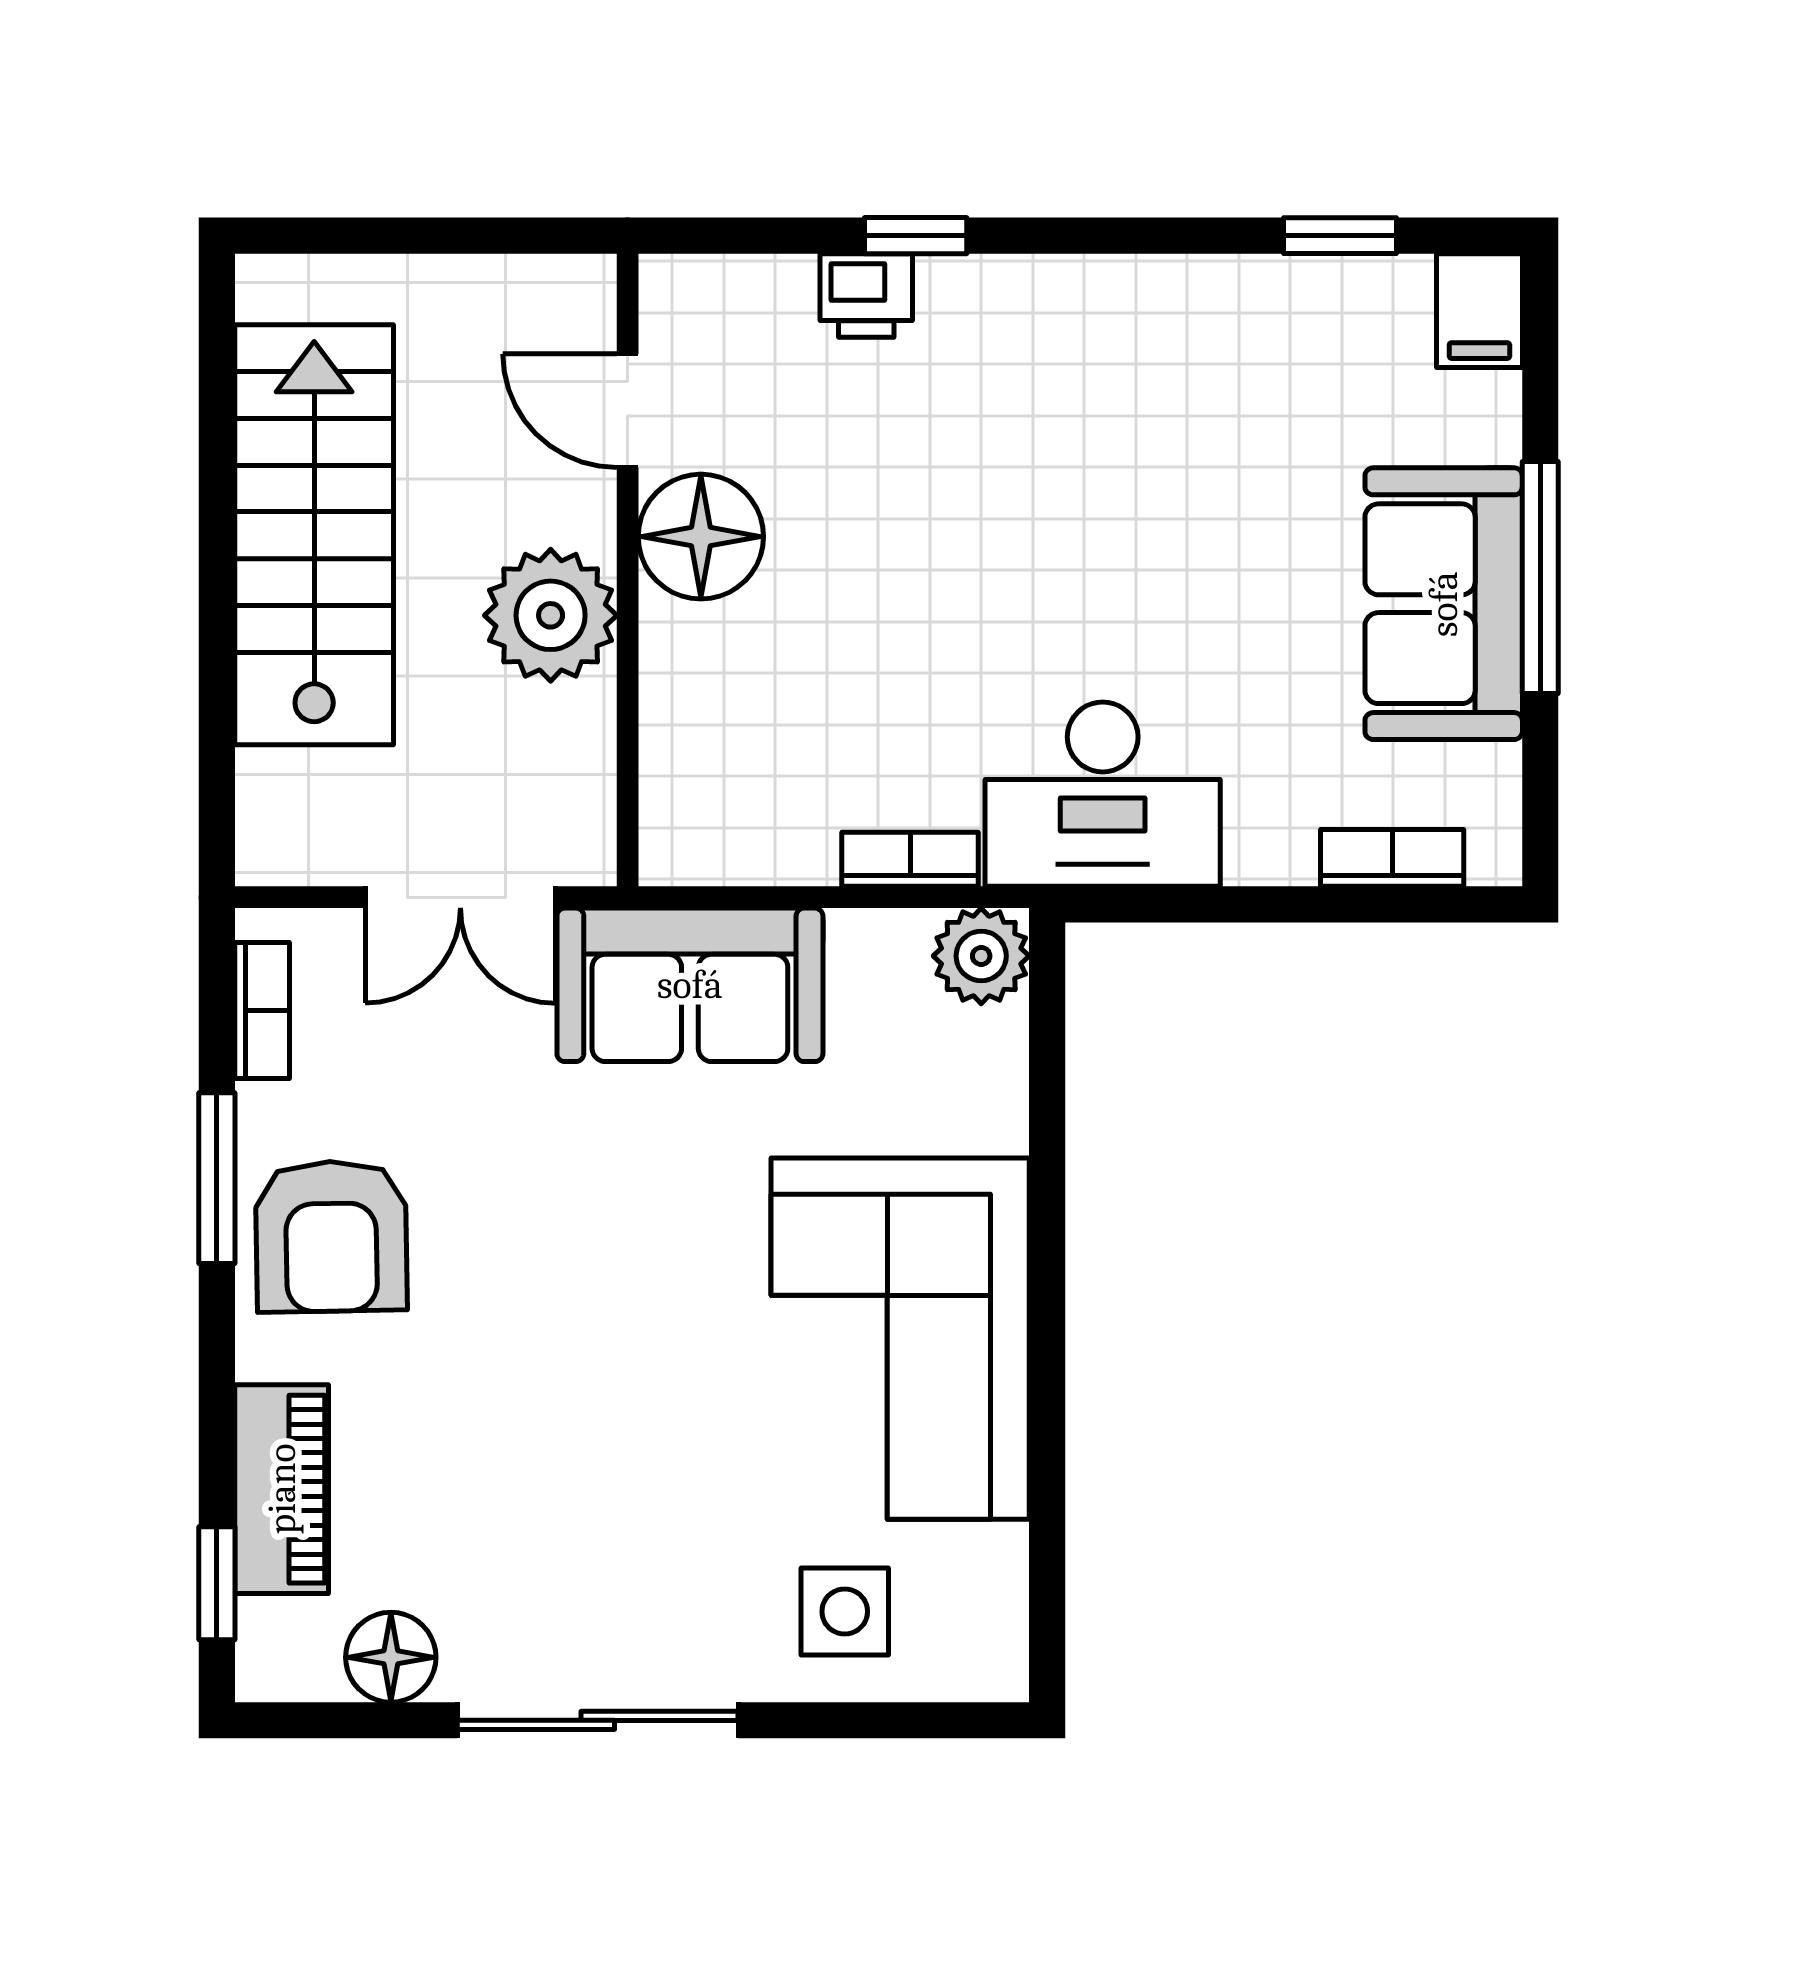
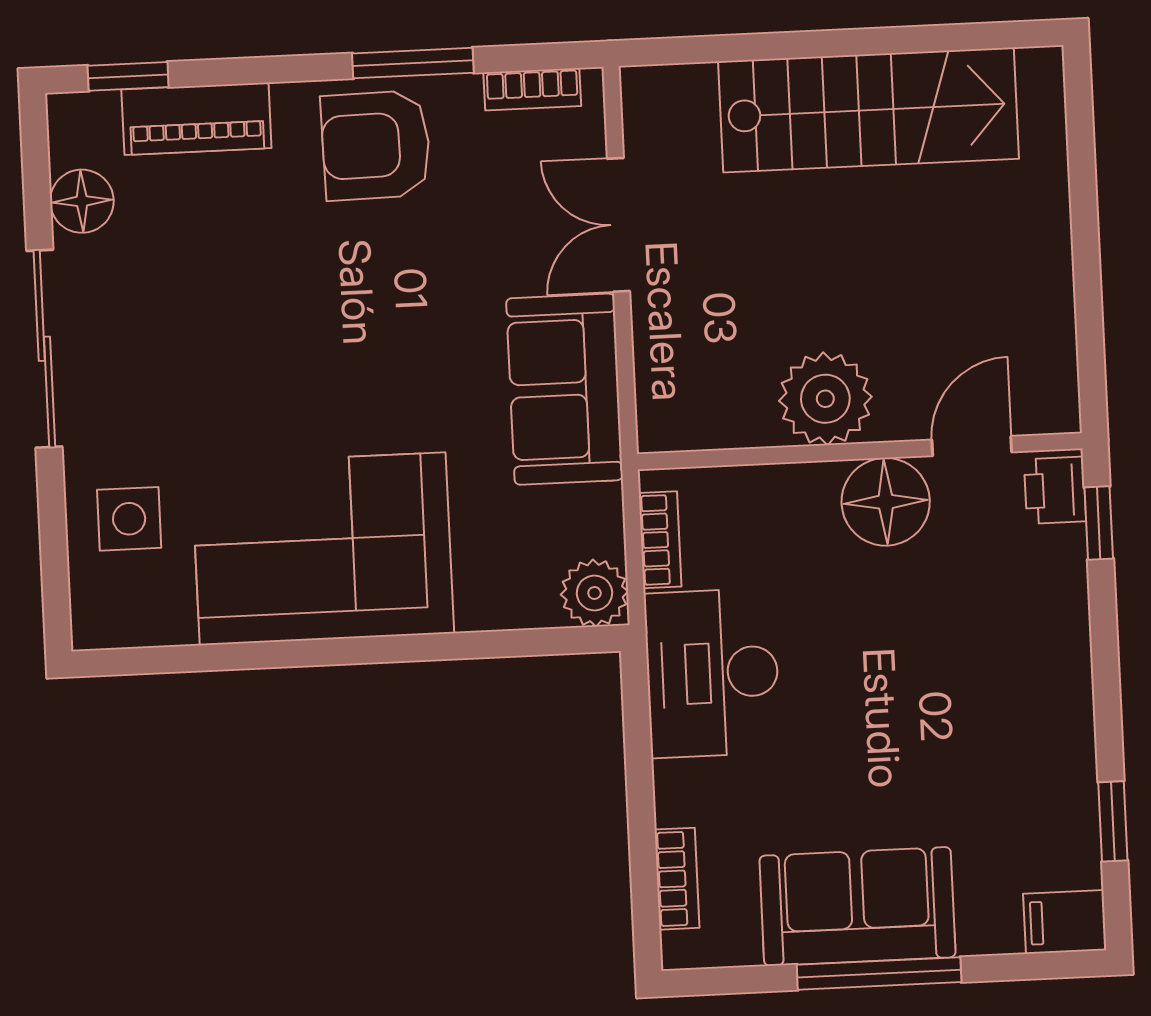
door: (628, 411) -> (972, 446), moved
floor lamp: (701, 537) -> (886, 502), moved
wall: (628, 570) -> (860, 451), moved
plant: (551, 615) -> (825, 399), moved

